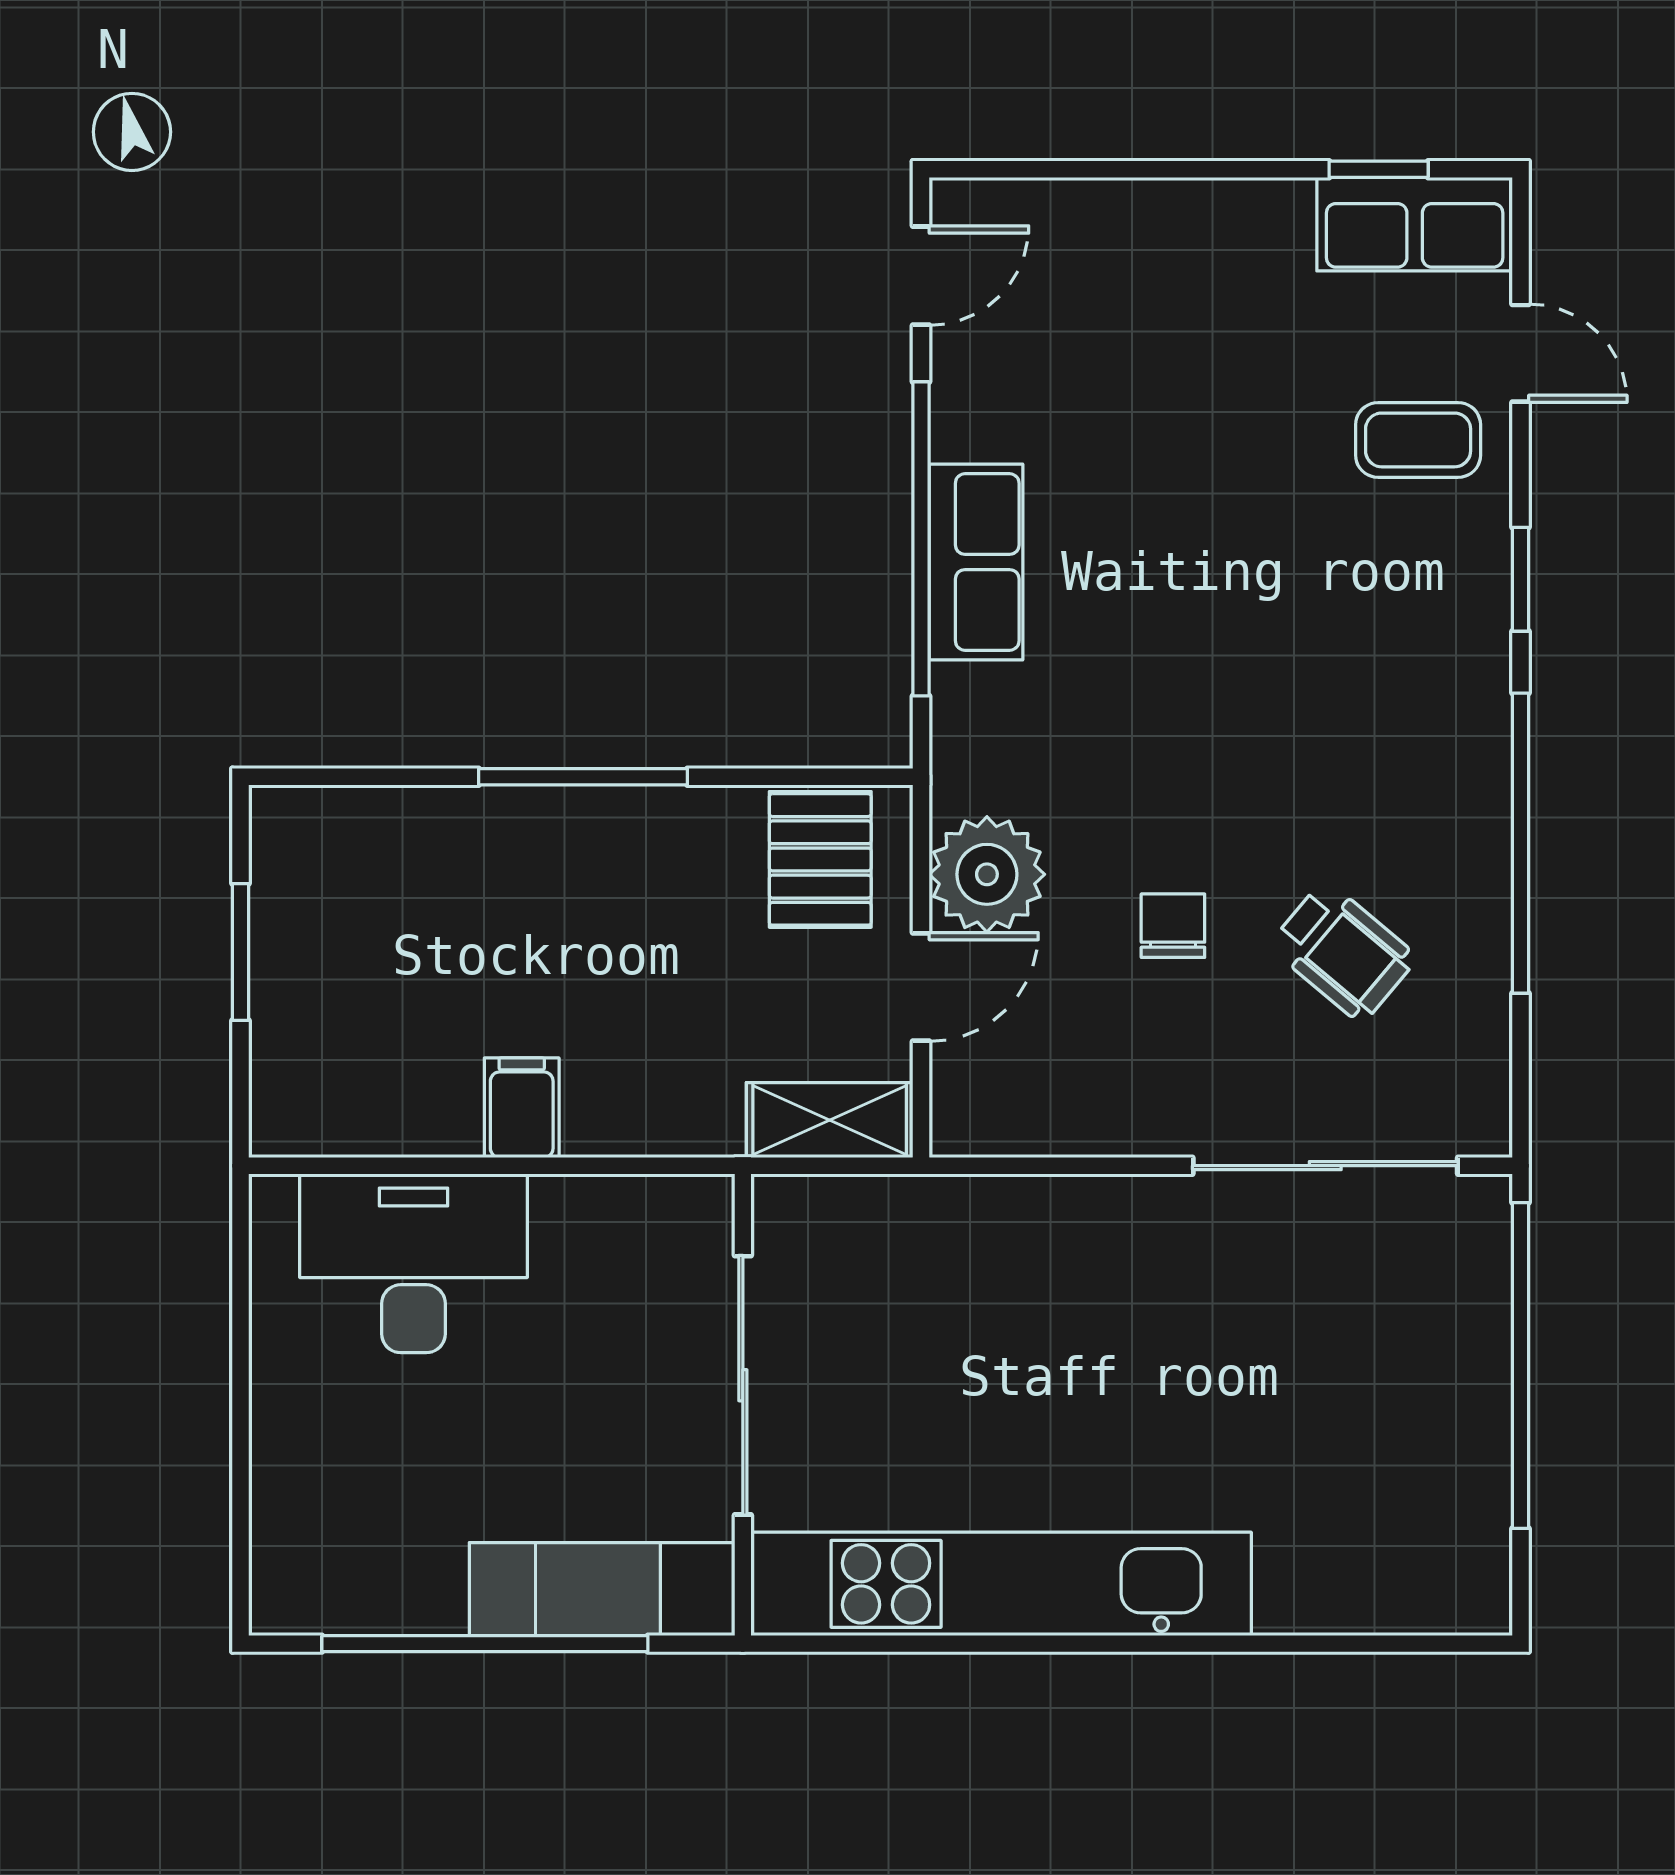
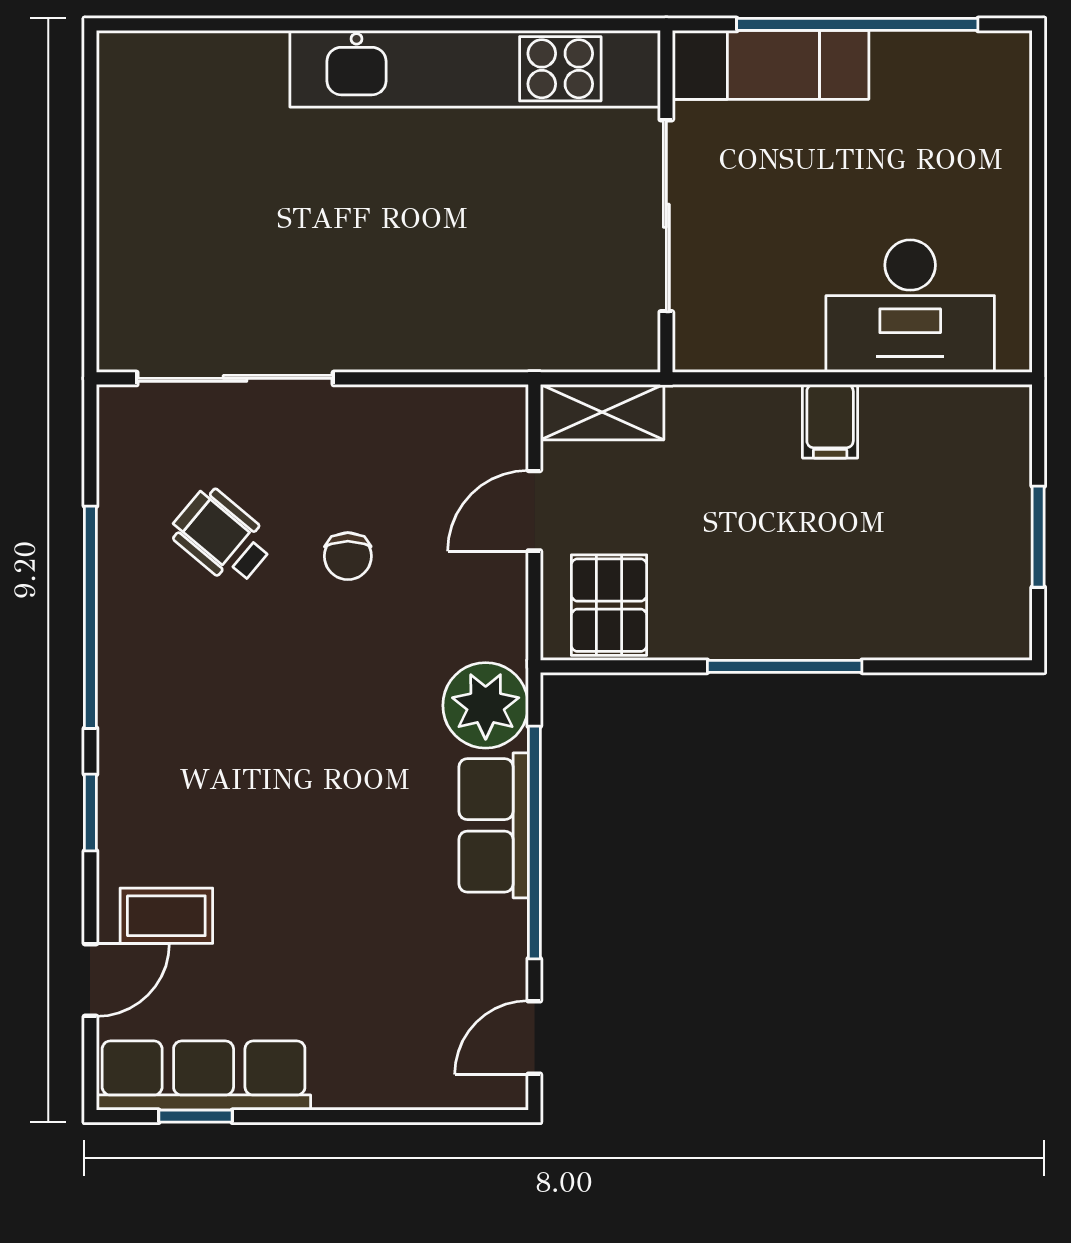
row of seats: (1415, 224) -> (204, 1076), width x1.48
door: (1521, 353) -> (90, 980), swing flipped
plant: (987, 874) -> (486, 705), moved
window: (1521, 1366) -> (90, 230), removed

